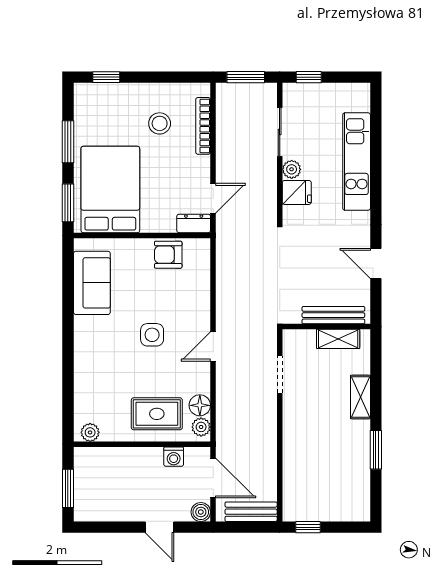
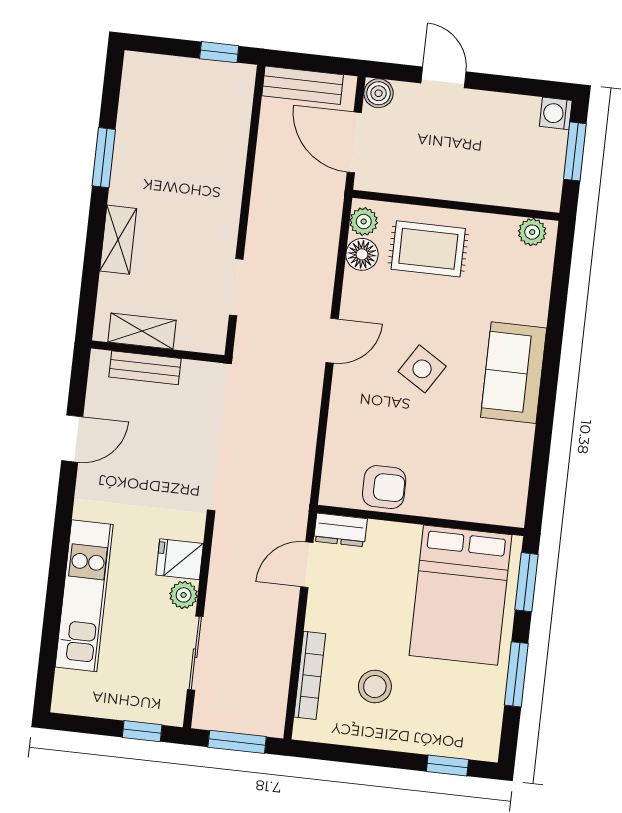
door: (376, 263) -> (72, 439), hinge flipped
sofa: (92, 283) -> (514, 373), moved
bench: (333, 315) -> (145, 368), width x0.73
side table: (152, 335) -> (422, 369), turned 32
washing machine: (174, 457) -> (556, 113), moved, turned -90

